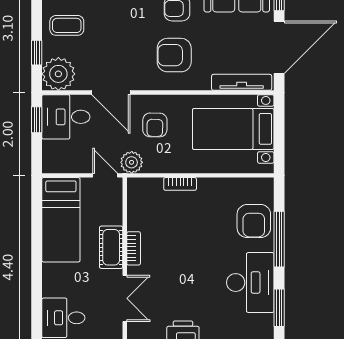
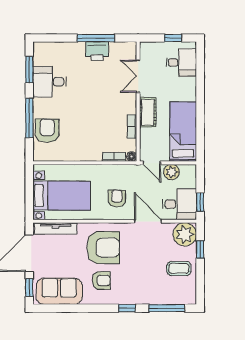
armchair: (174, 55) -> (103, 248), width x1.36, depth x1.36
plant: (132, 162) -> (172, 172), moved
floor lamp: (134, 184) -> (132, 156), added
bookcase: (180, 184) -> (114, 157), moved
bookcase: (134, 248) -> (132, 127), moved
desk: (250, 283) -> (50, 82), width x0.73

